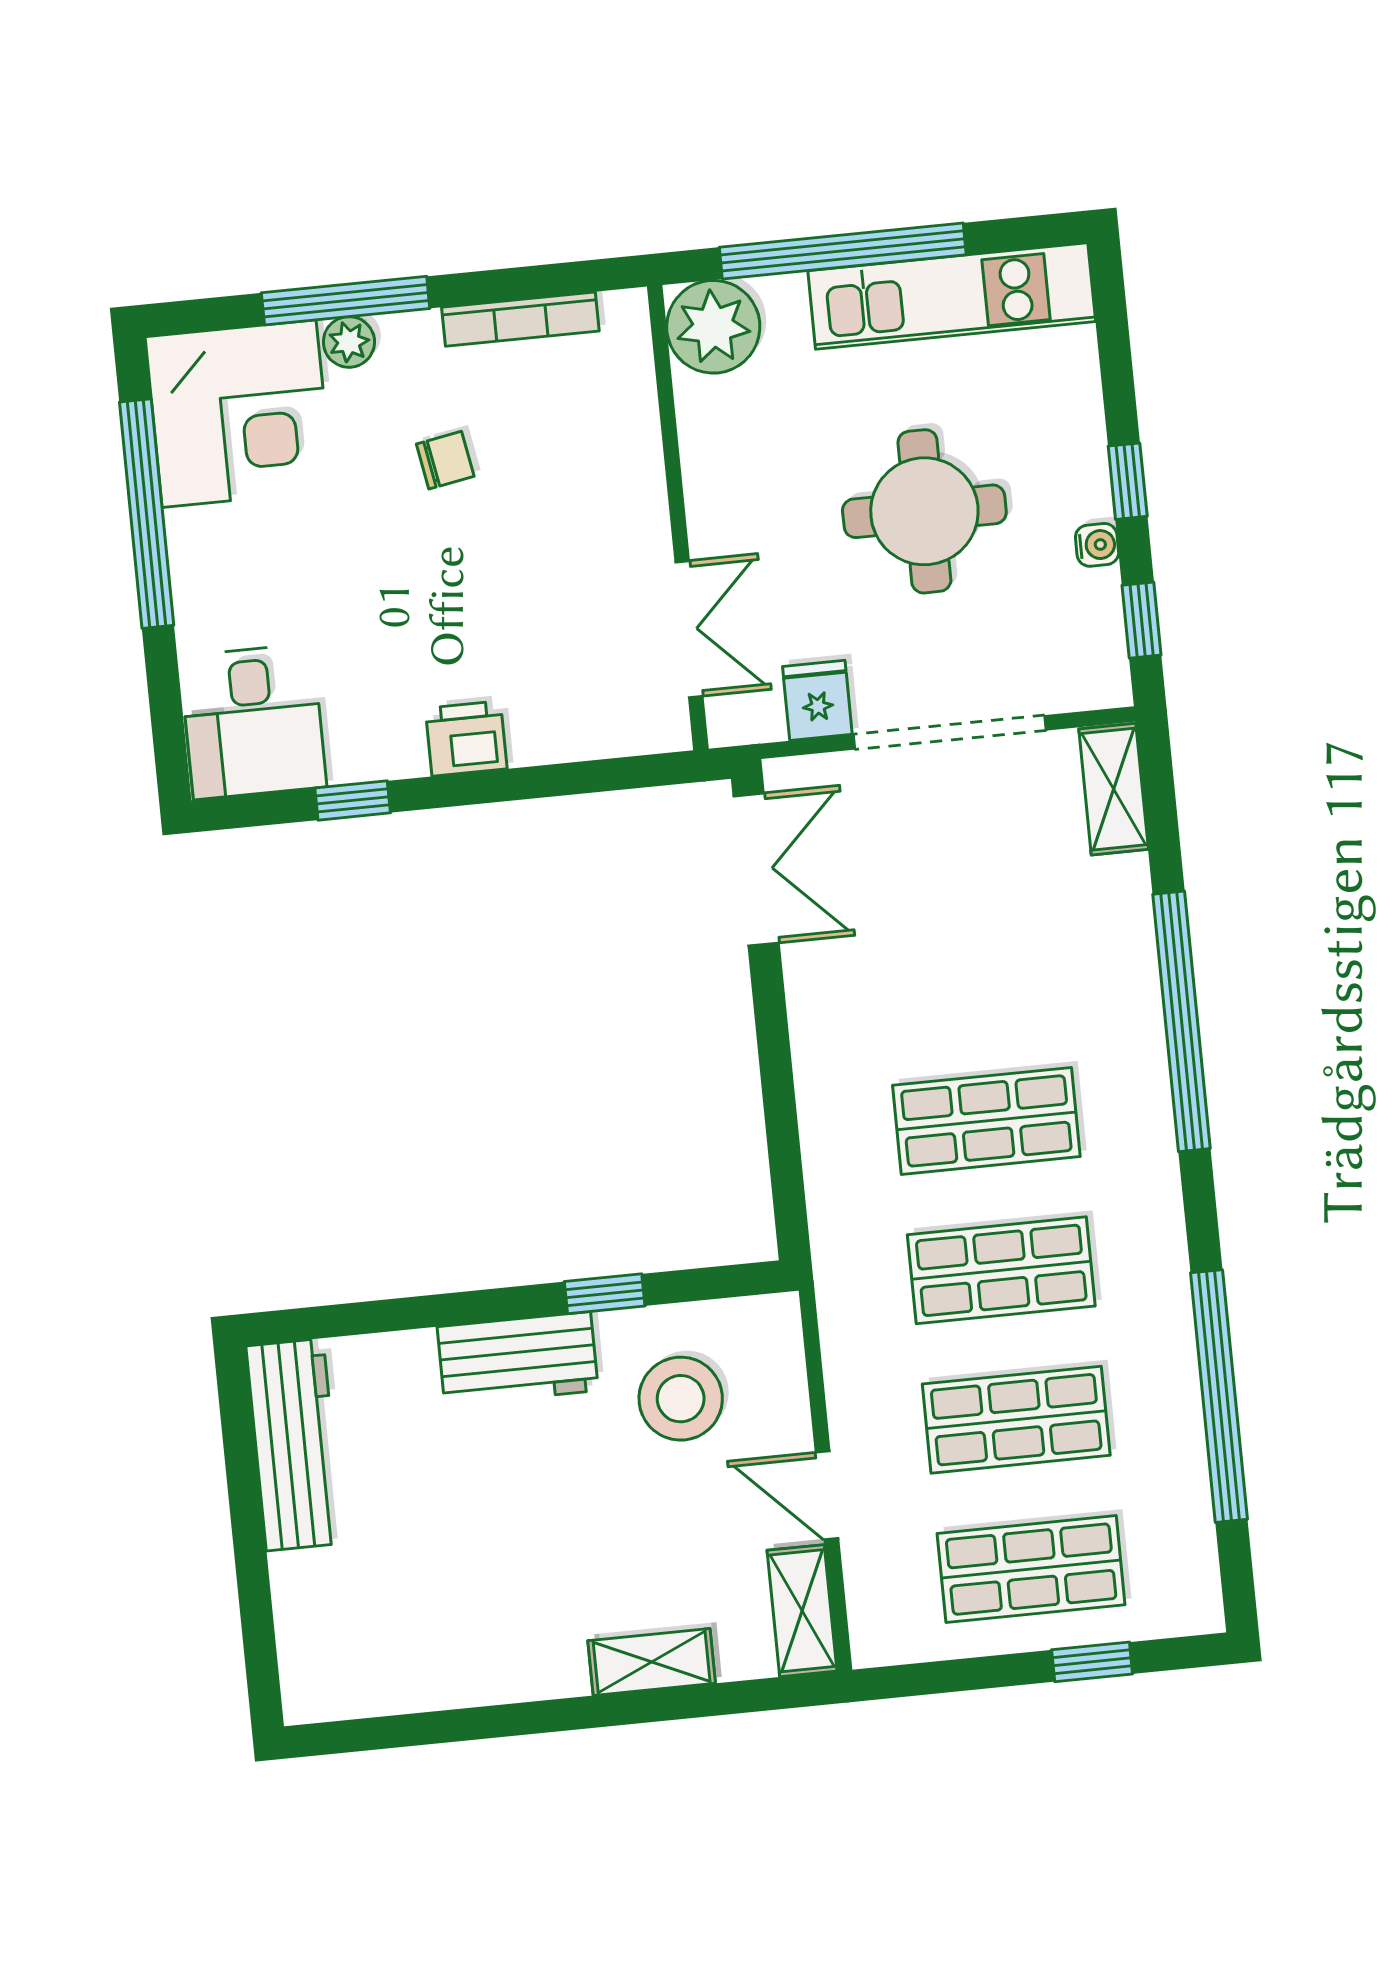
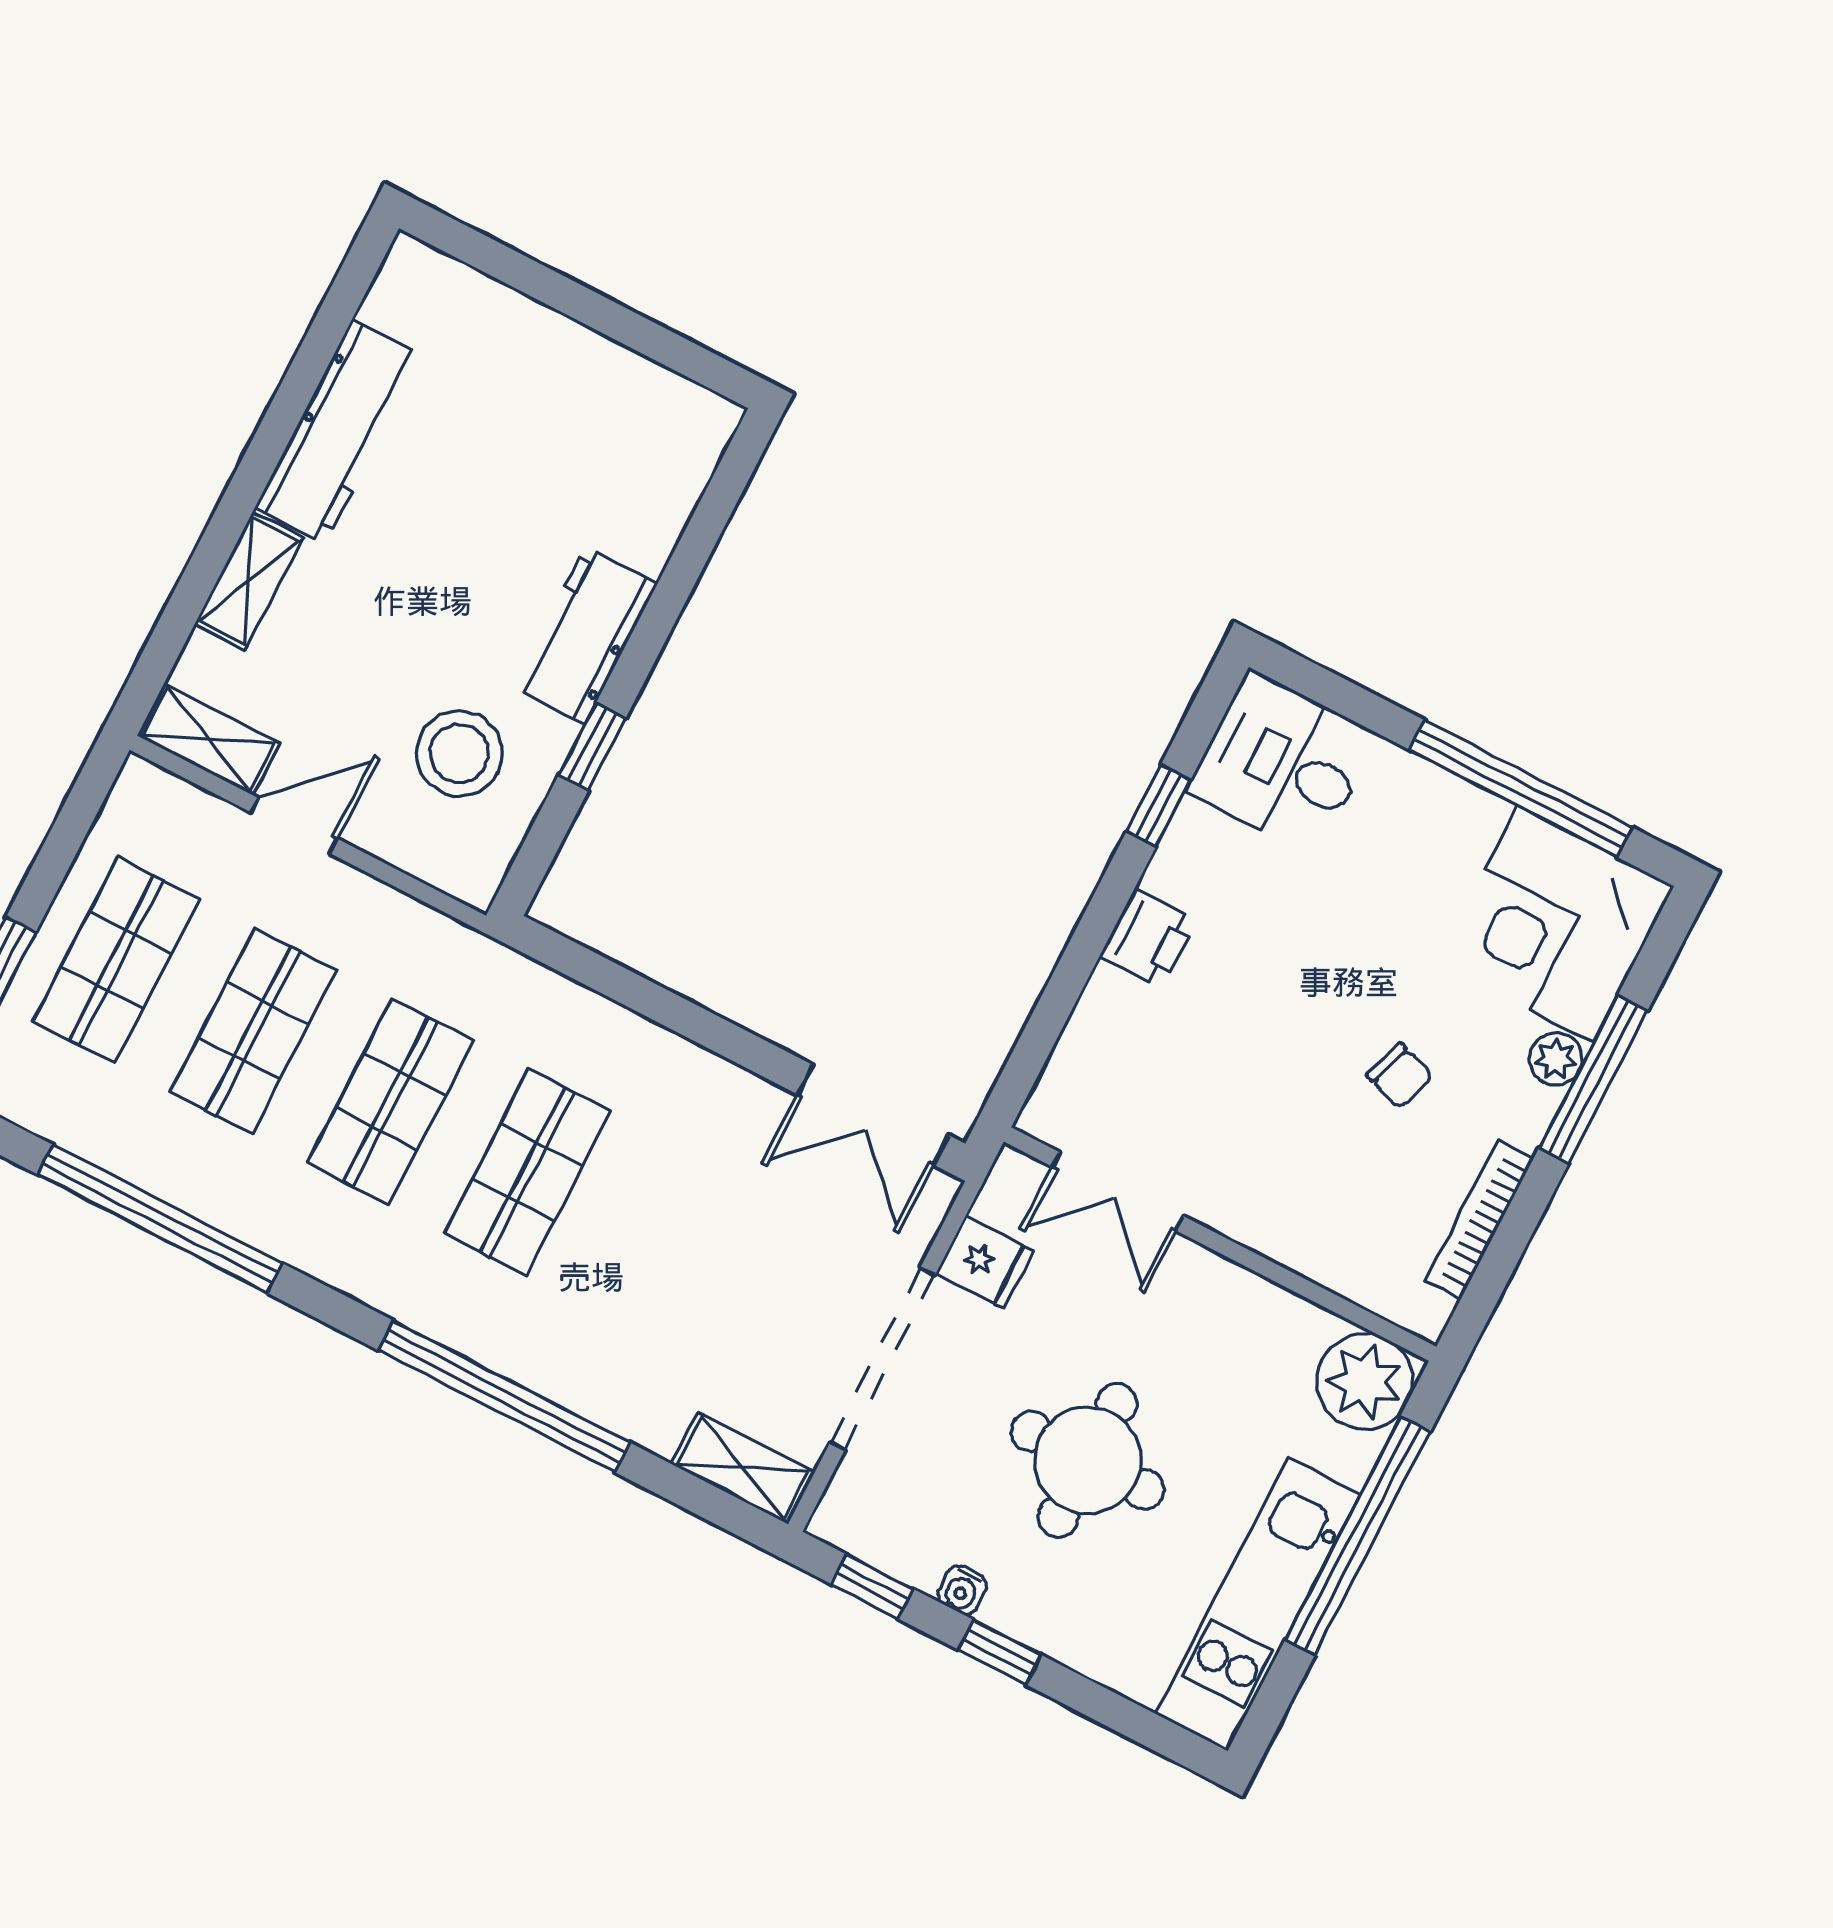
chair: (445, 460) -> (1400, 1076), turned -61
workbench: (295, 1445) -> (339, 432), moved, turned -90

